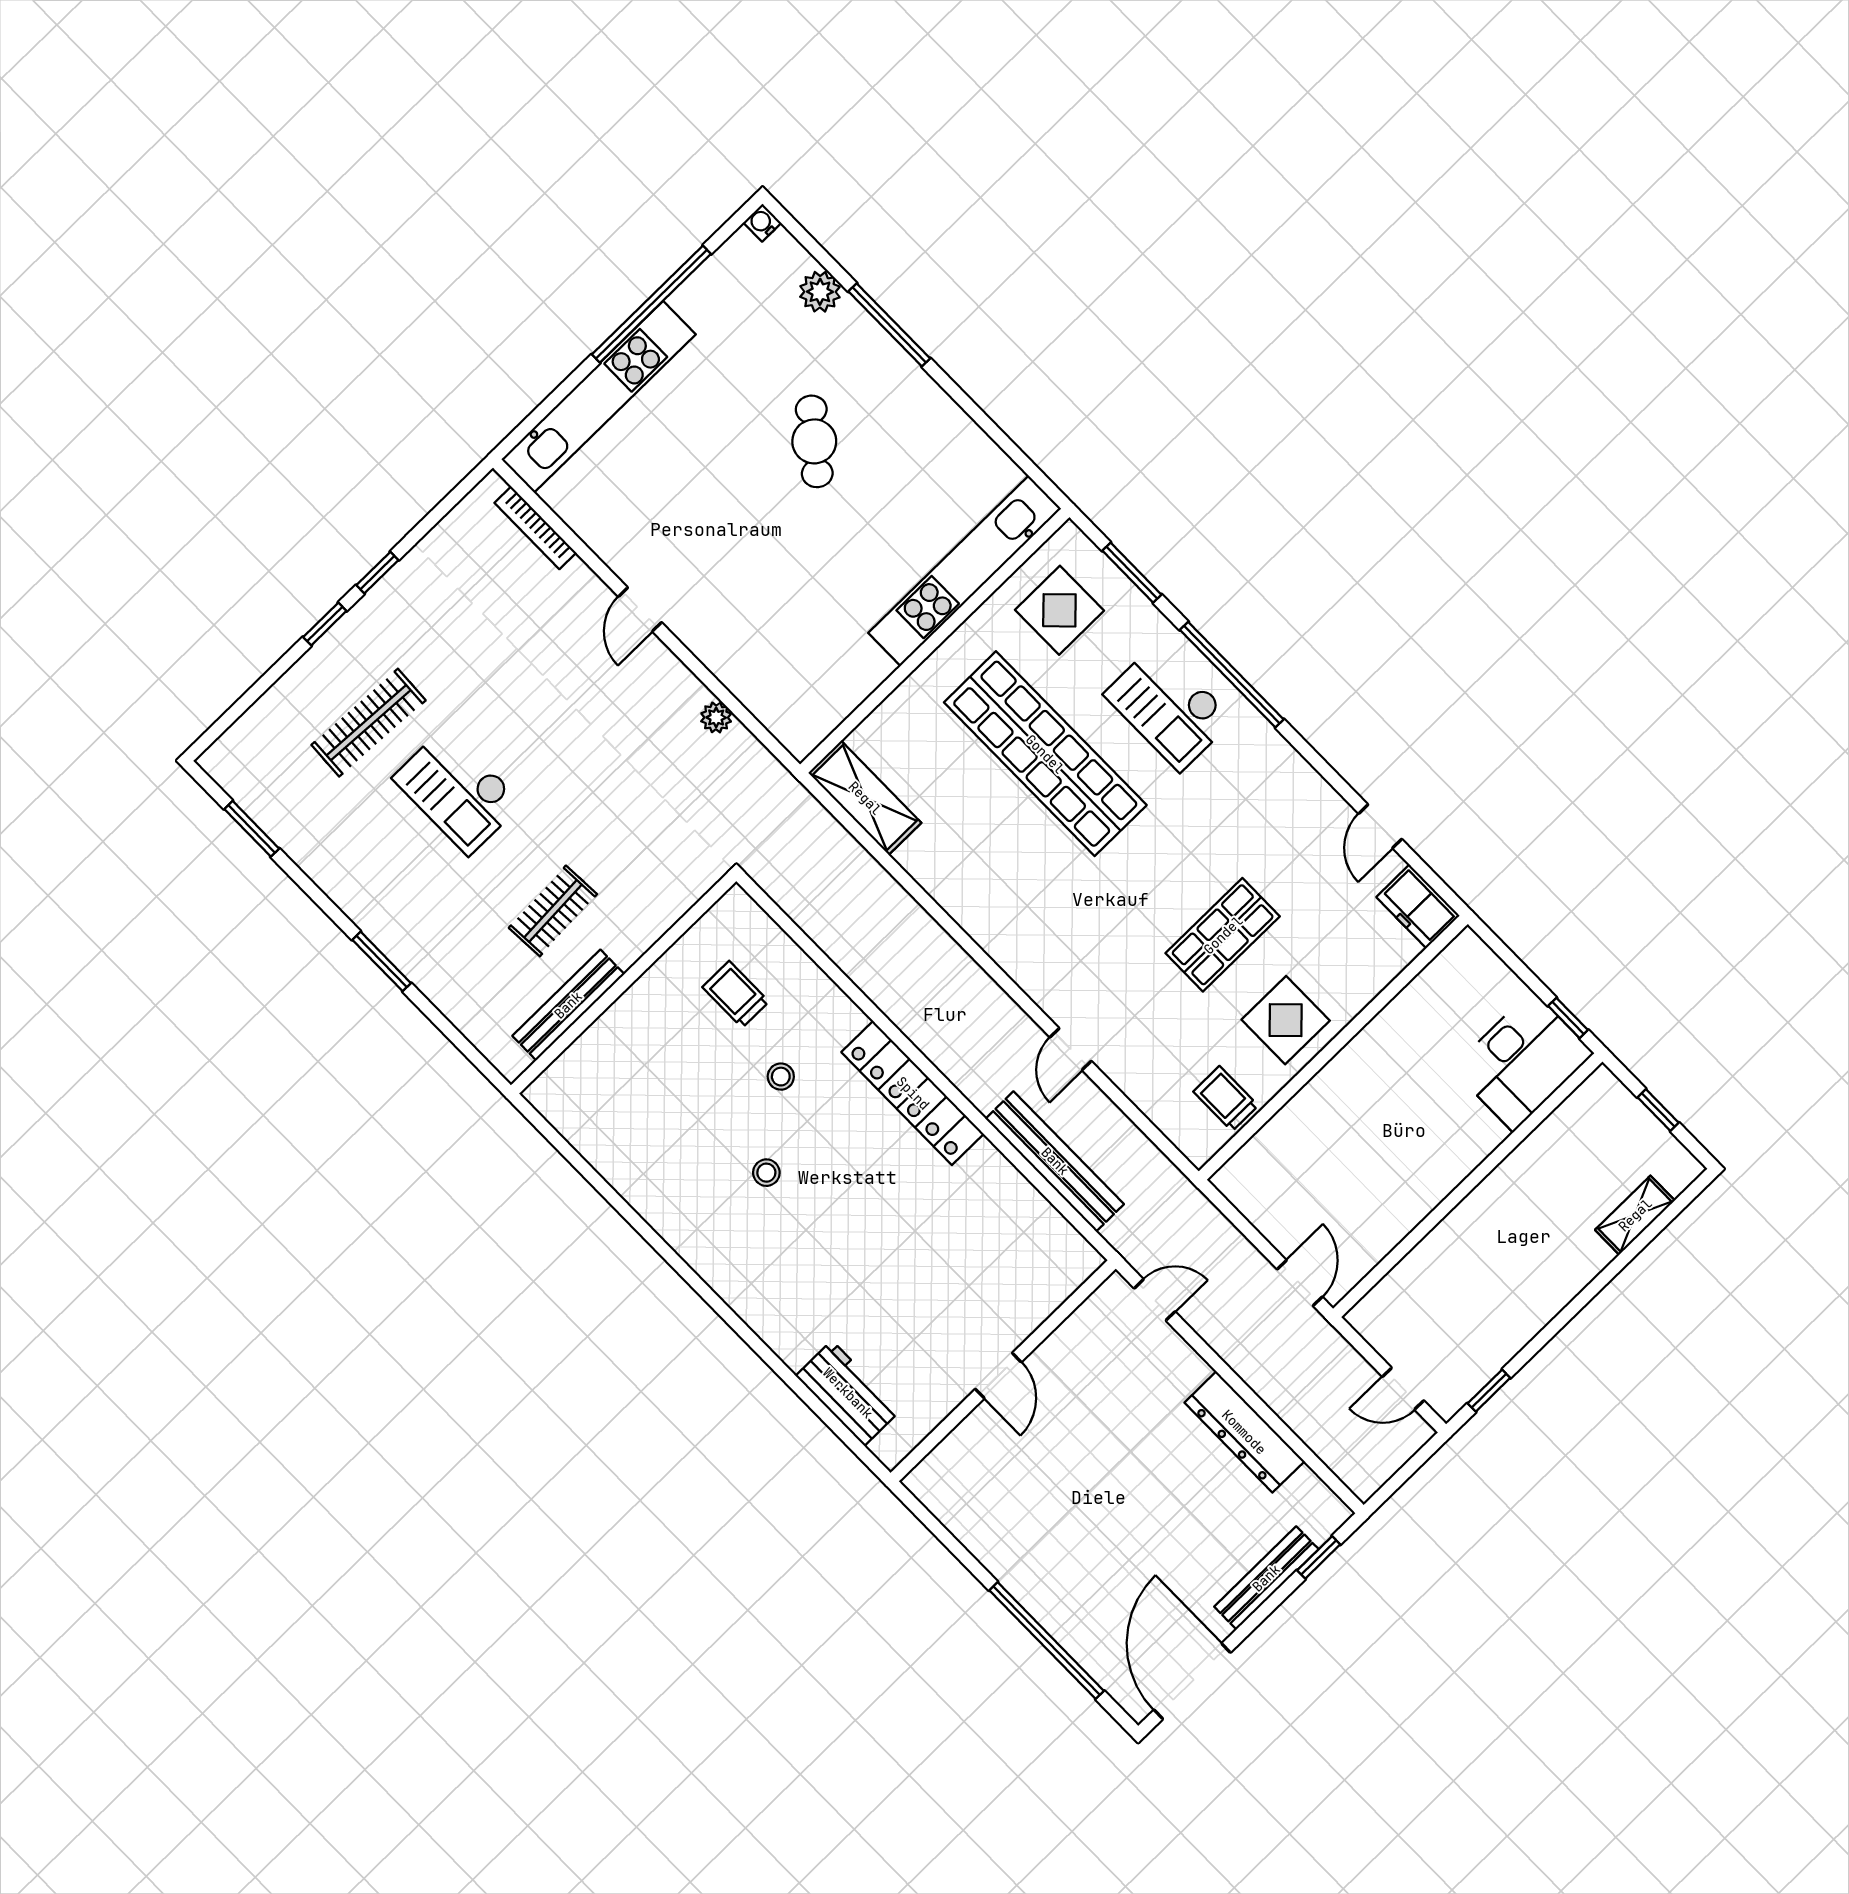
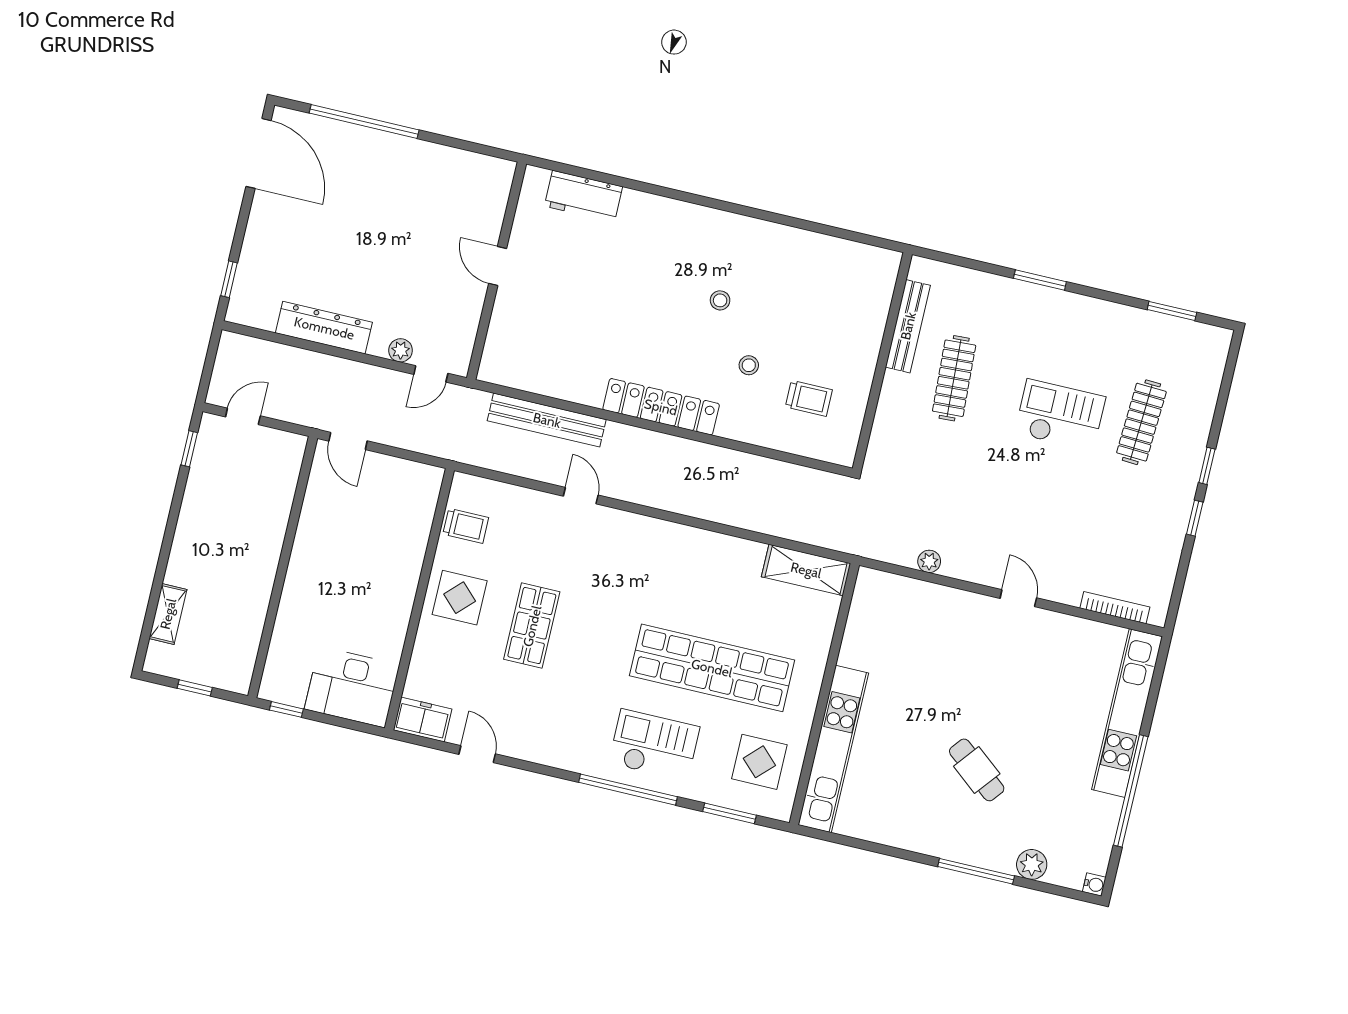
clothes rail: (553, 911) -> (954, 378), width x1.36
desk: (1523, 1061) -> (352, 687), moved, turned -90
plant: (1172, 1349) -> (401, 350), added
bench: (1266, 1578) -> (253, 246), removed

